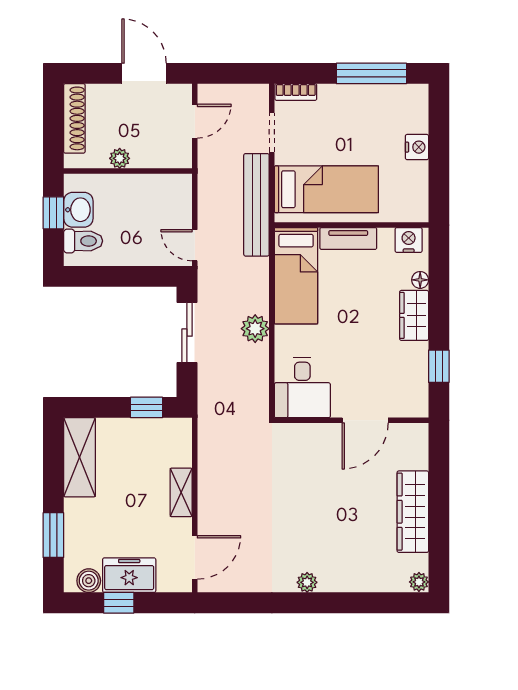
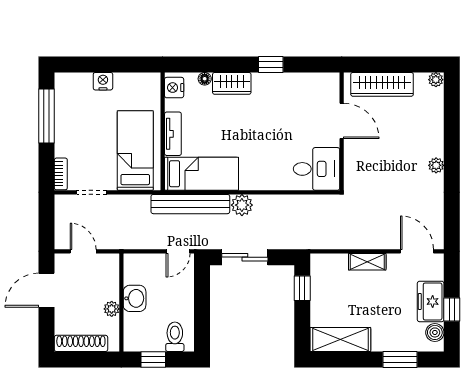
bench: (256, 205) -> (190, 204), moved
washbasin: (78, 210) -> (135, 298), moved, turned 90
desk: (302, 388) -> (317, 169), moved
wall: (351, 420) -> (342, 131), moved
door: (365, 420) -> (342, 121), moved

